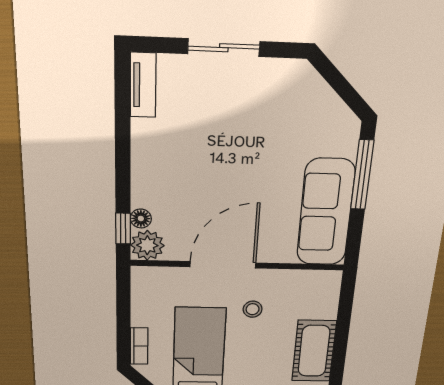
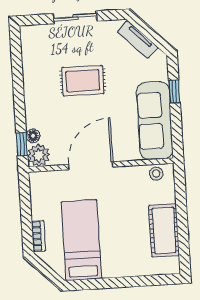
tv unit: (143, 85) -> (138, 39), moved, turned 135
rug: (225, 147) -> (83, 81), added
window: (362, 175) -> (174, 92), width x0.46
stool: (253, 309) -> (156, 174), moved

